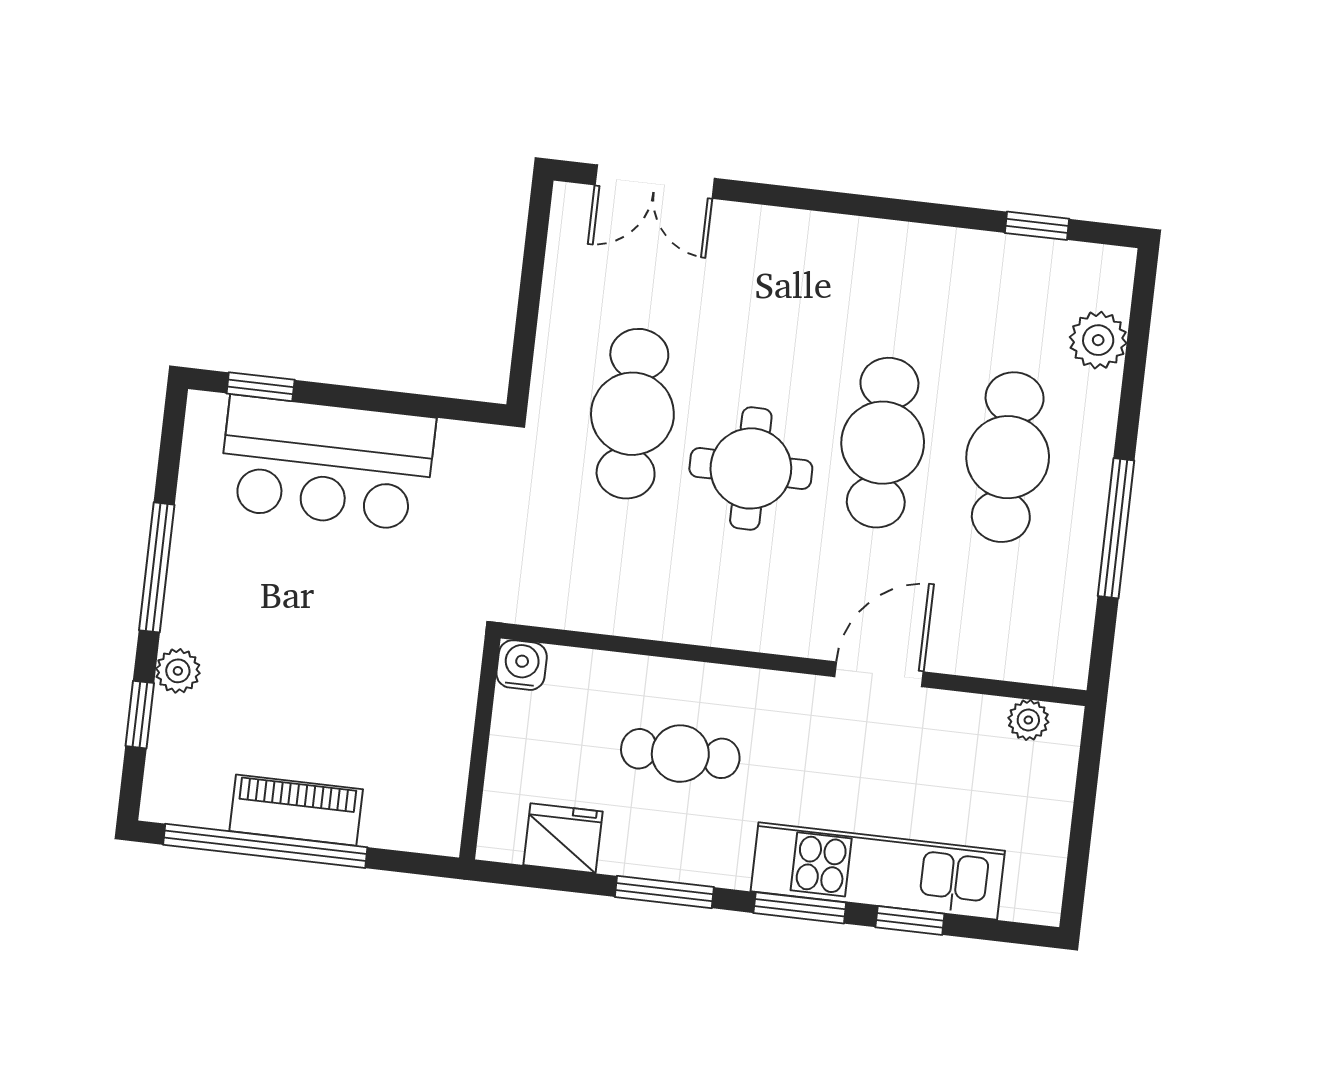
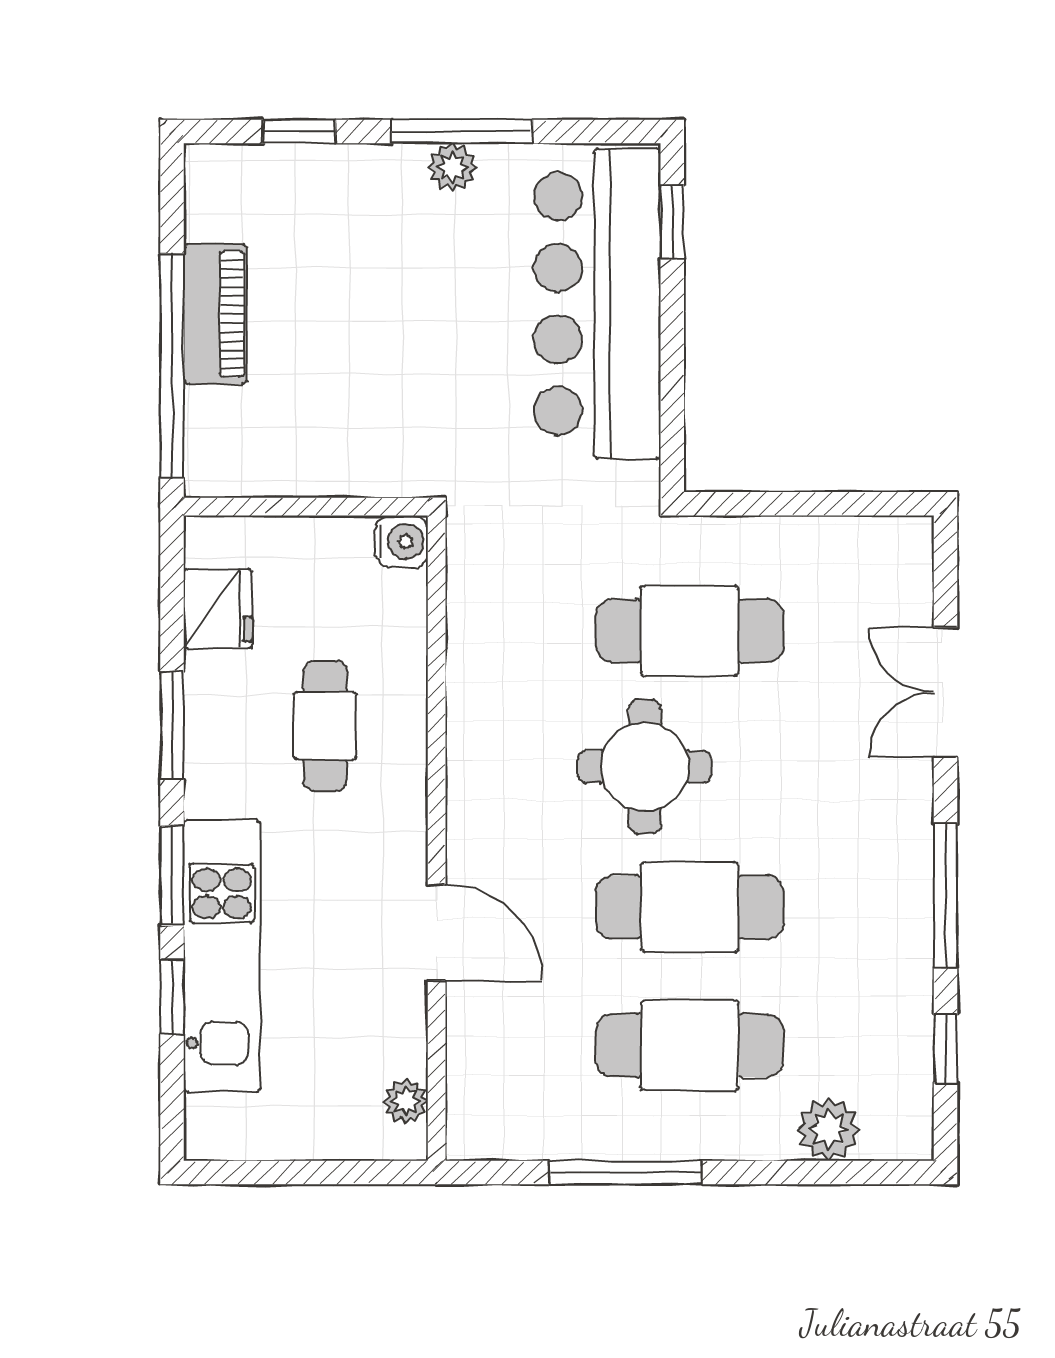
double door: (655, 182) -> (946, 692), moved
window: (899, 210) -> (946, 895), added
bar counter: (327, 463) -> (597, 304), width x1.36
plant: (178, 671) -> (452, 167), moved
window: (265, 846) -> (172, 365), moved

